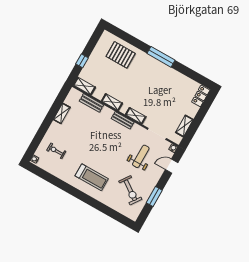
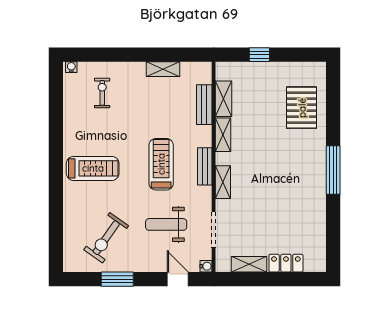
shelving: (84, 86) -> (224, 99), moved
locker: (201, 96) -> (286, 263), moved
treadmill: (109, 142) -> (161, 164), added
weight bench: (141, 156) -> (166, 224), turned 180
treadmill: (92, 177) -> (93, 168), turned -90

